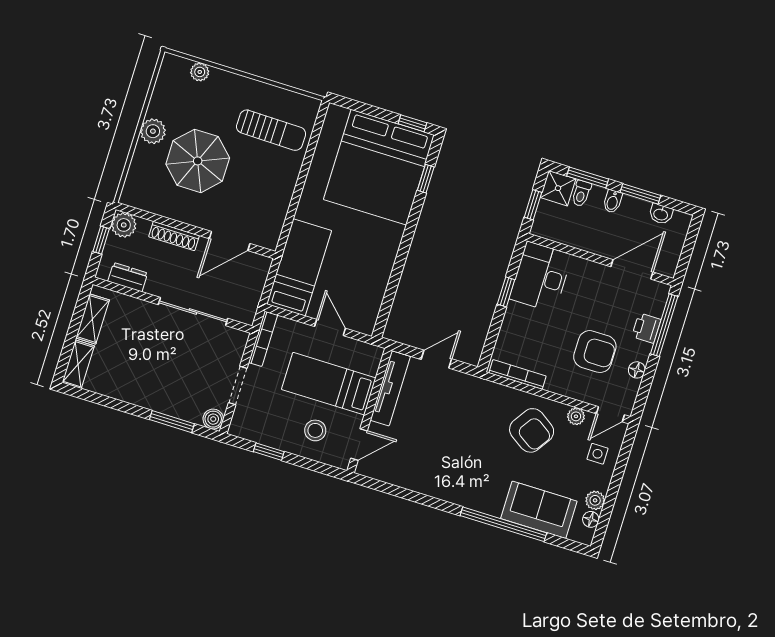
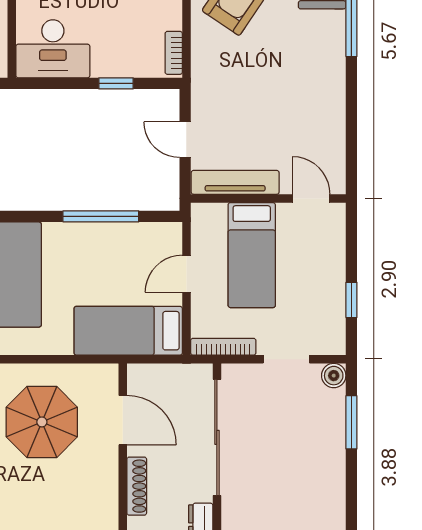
parasol: (198, 161) -> (42, 422), moved
window: (396, 274) -> (101, 216), added
window: (506, 292) -> (116, 83), moved
sliding door: (193, 311) -> (217, 437), width x1.36
bookcase: (517, 374) -> (174, 53), width x0.64
stool: (315, 430) -> (310, 254), removed

